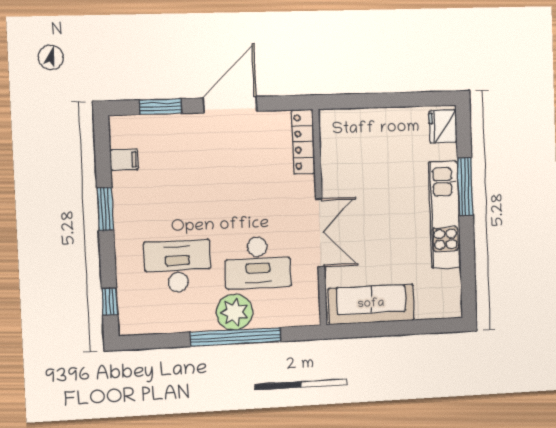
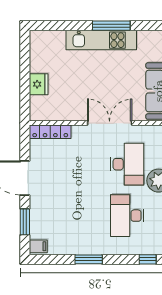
fridge: (443, 126) -> (39, 84), moved, turned -90
filing cabinet: (124, 160) -> (38, 246), moved, turned 90
window: (465, 187) -> (111, 26), moved

